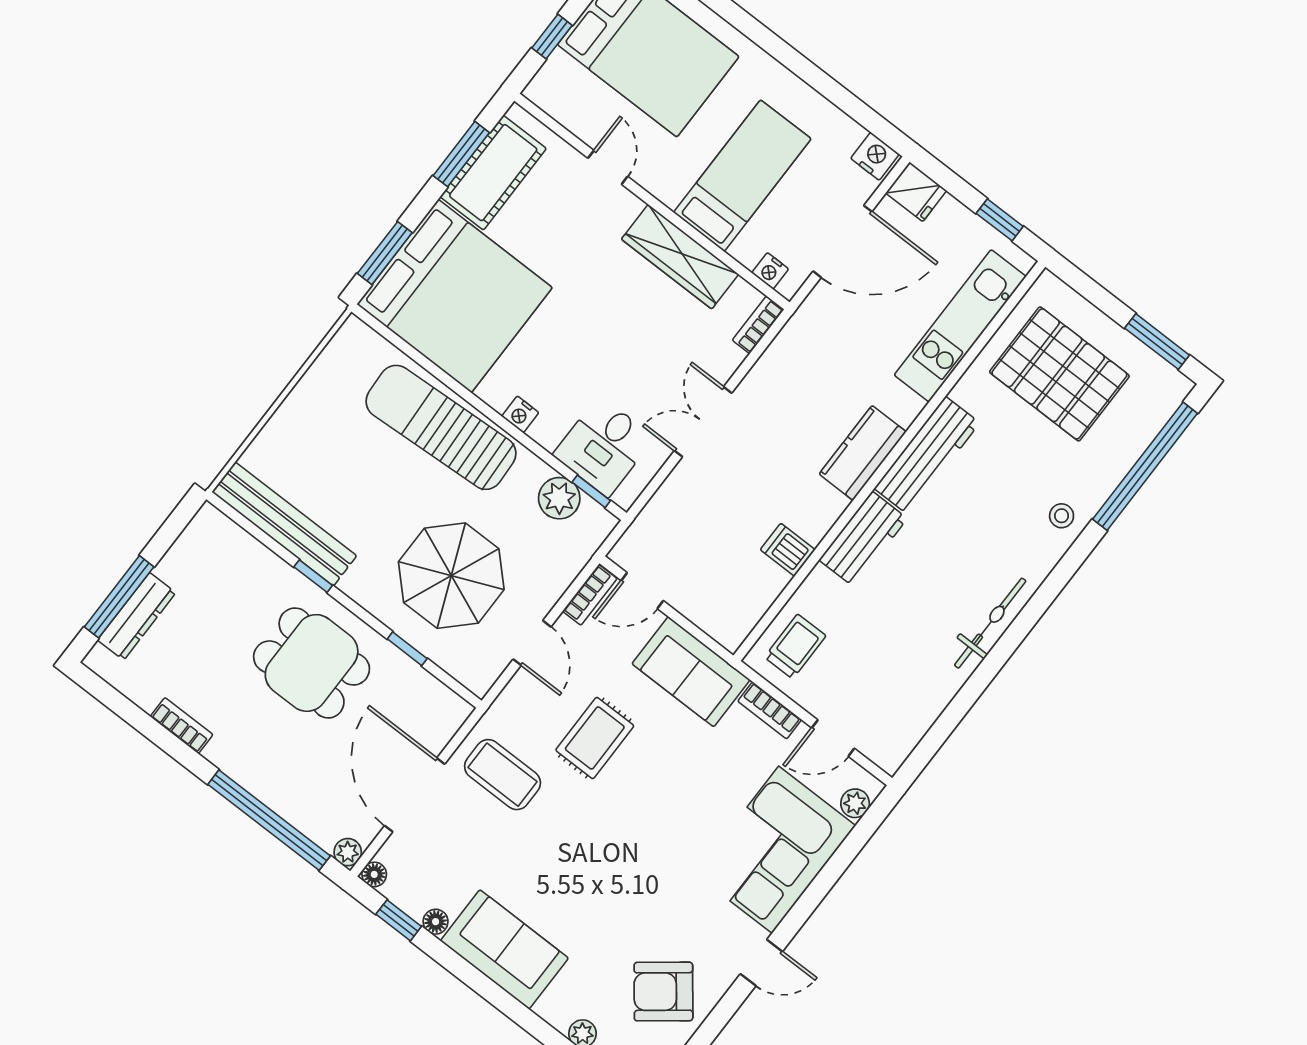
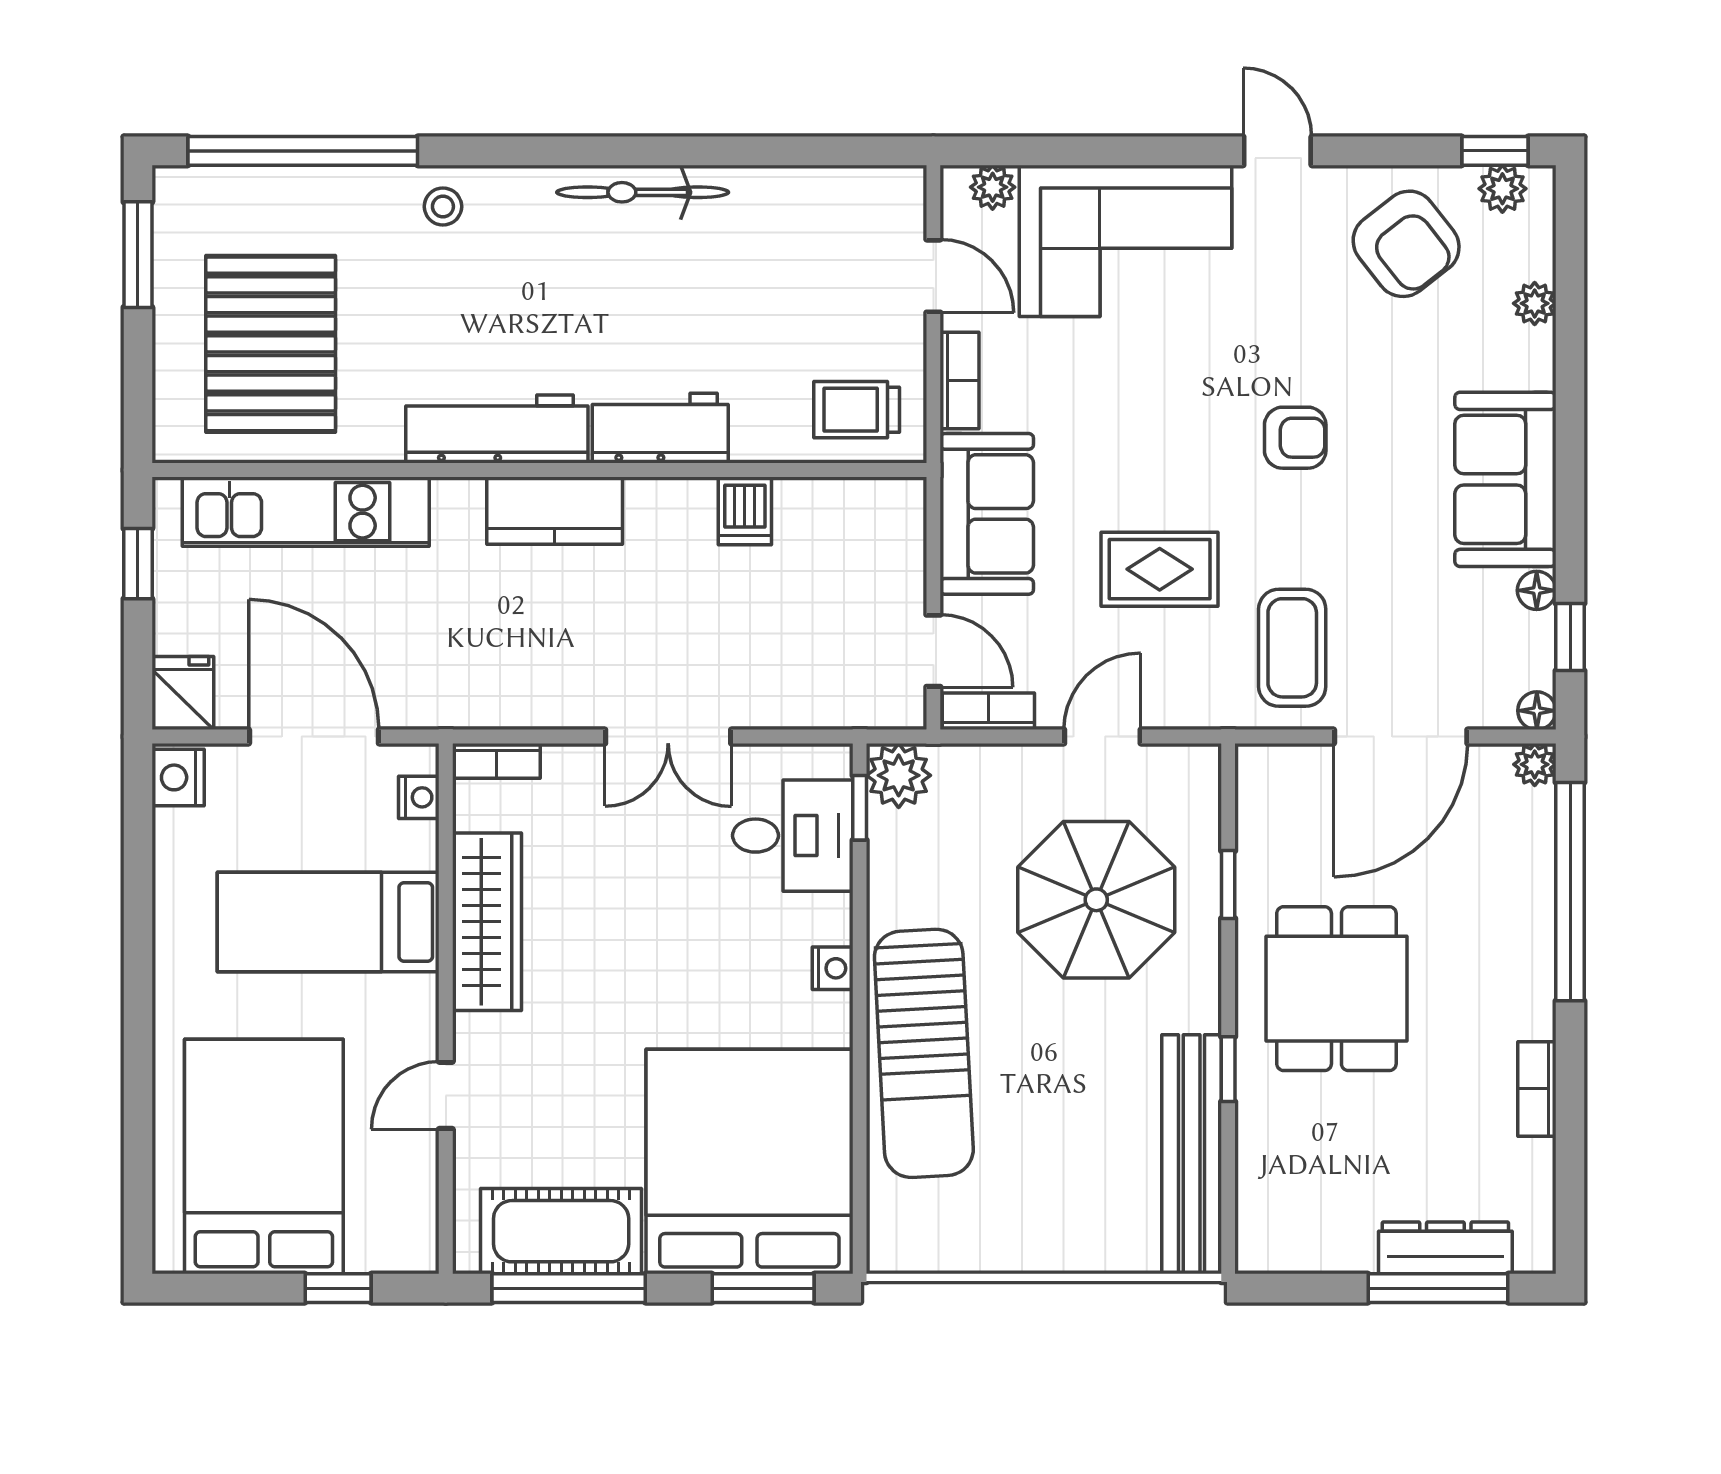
window: (461, 154) -> (569, 1288), width x1.44
plant: (559, 498) -> (899, 775), moved
armchair: (608, 859) -> (1295, 438), added

